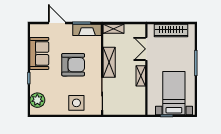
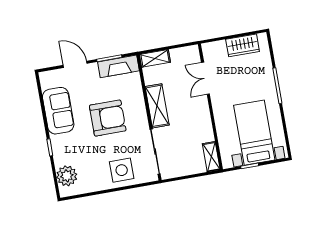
wardrobe: (171, 30) -> (243, 45), width x0.67
shelving: (141, 76) -> (211, 157), moved

